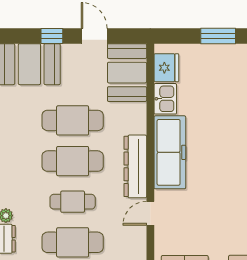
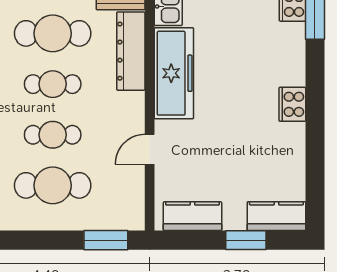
cafe table: (73, 161) -> (53, 84), width x0.73, depth x0.74
dresser: (135, 166) -> (131, 51), moved

